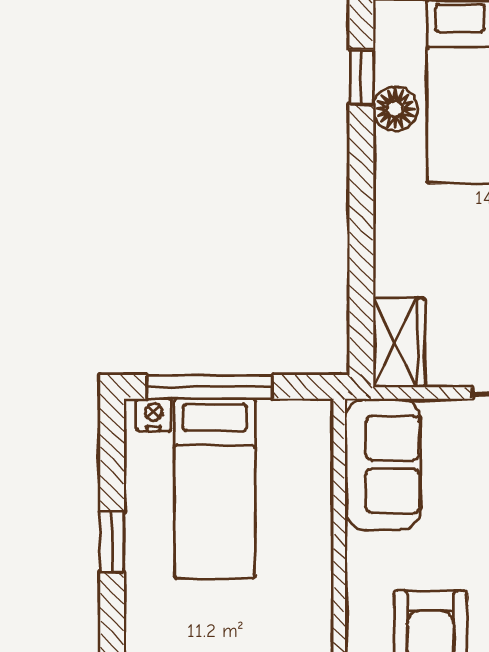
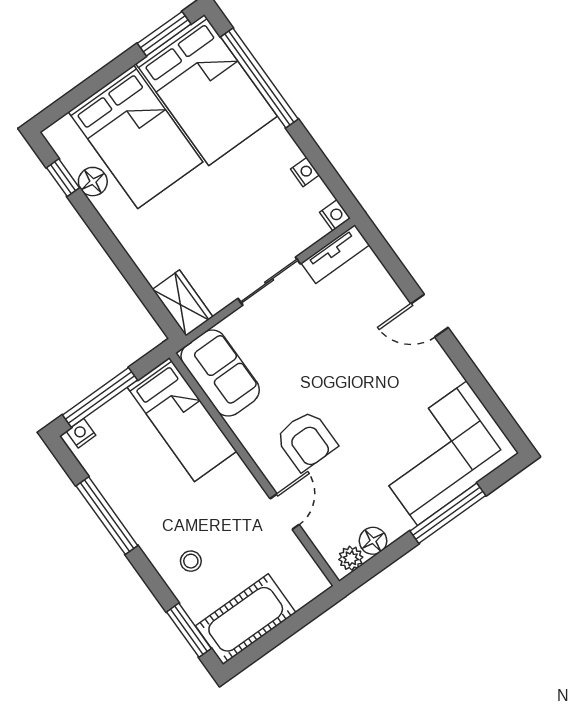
bed: (215, 488) -> (182, 419), moved
window: (112, 542) -> (107, 516), width x2.17

